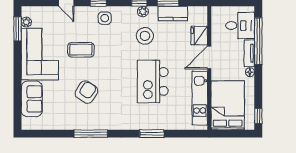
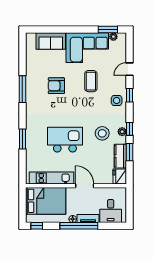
fridge: (199, 36) -> (120, 177), moved, turned -90
window: (258, 41) -> (79, 226), moved
armchair: (86, 92) -> (56, 86), turned 147

